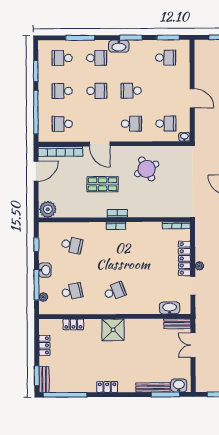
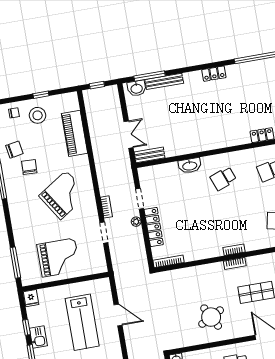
washbasin: (170, 308) -> (190, 166), moved
shower: (113, 330) -> (218, 137), removed

